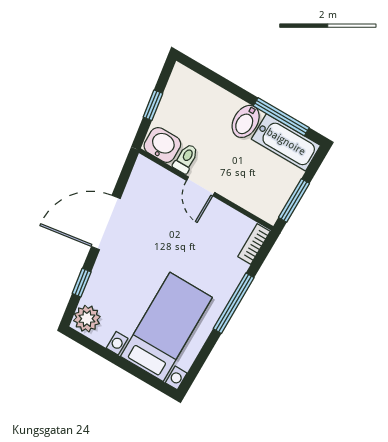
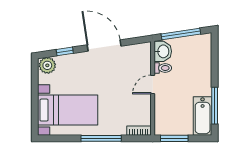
window: (153, 105) -> (181, 34), width x2.17
bidet: (246, 121) -> (201, 88), removed

